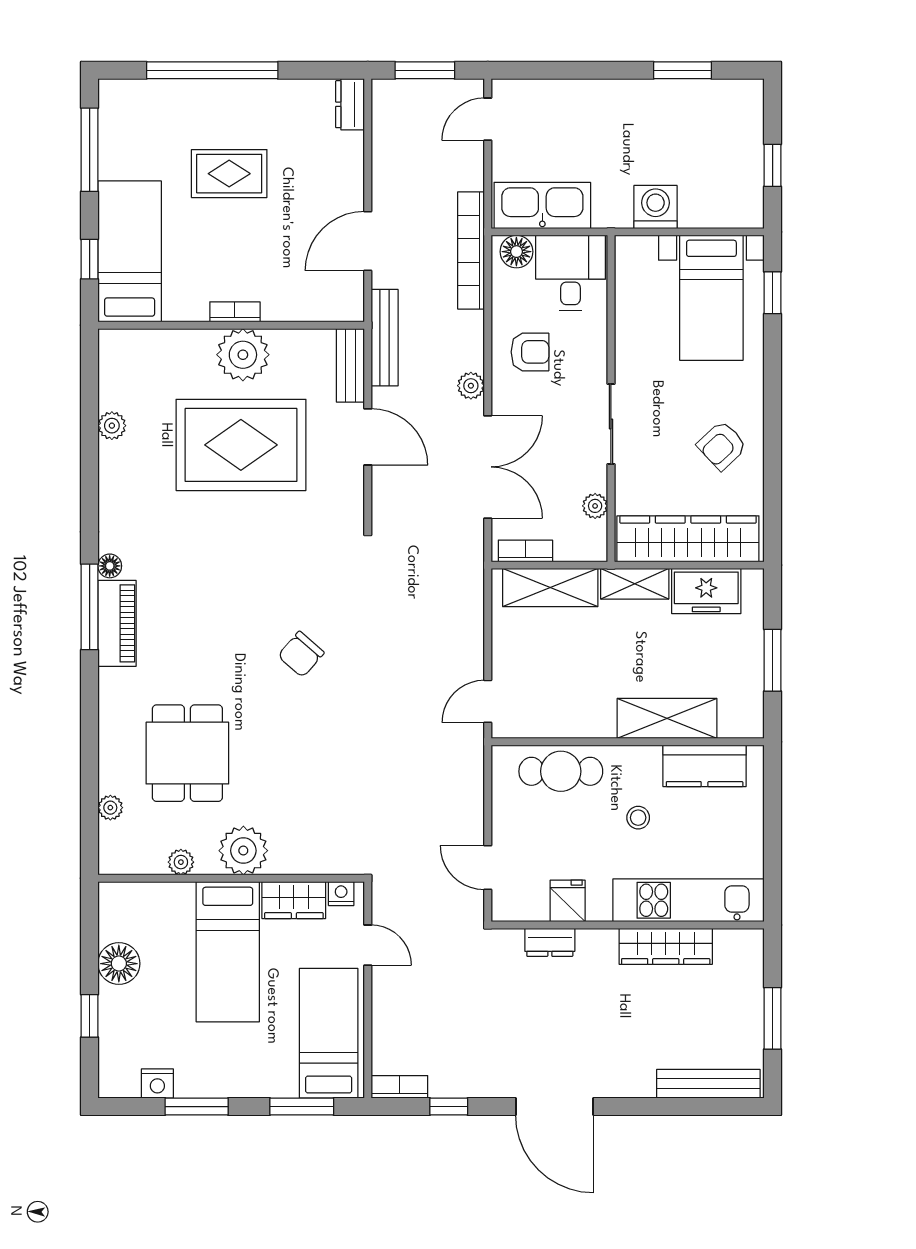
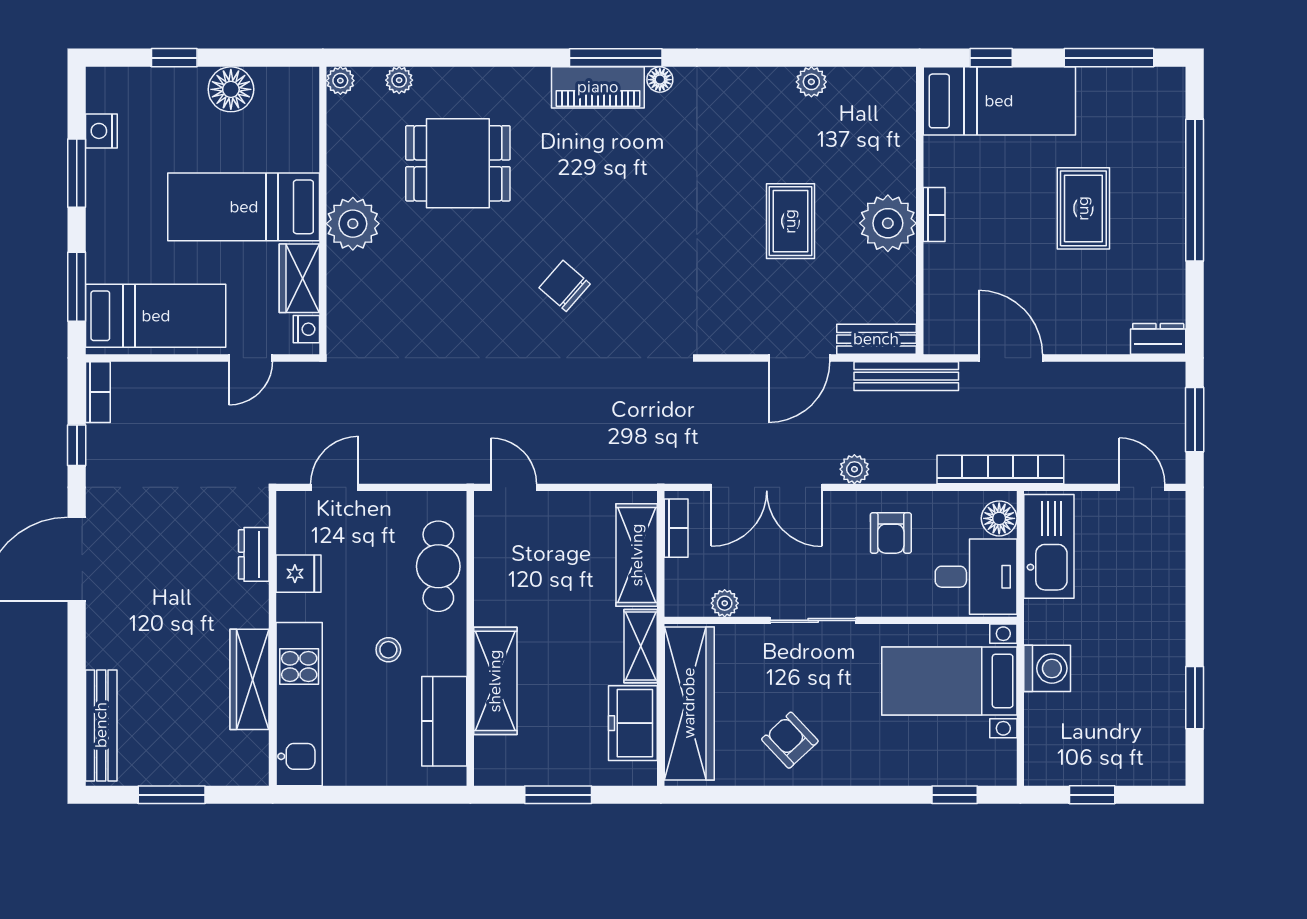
bed with nightstands: (711, 298) -> (949, 681), moved
rug: (241, 445) -> (790, 221), width x0.54, depth x0.49
plant: (181, 862) -> (340, 81), moved

